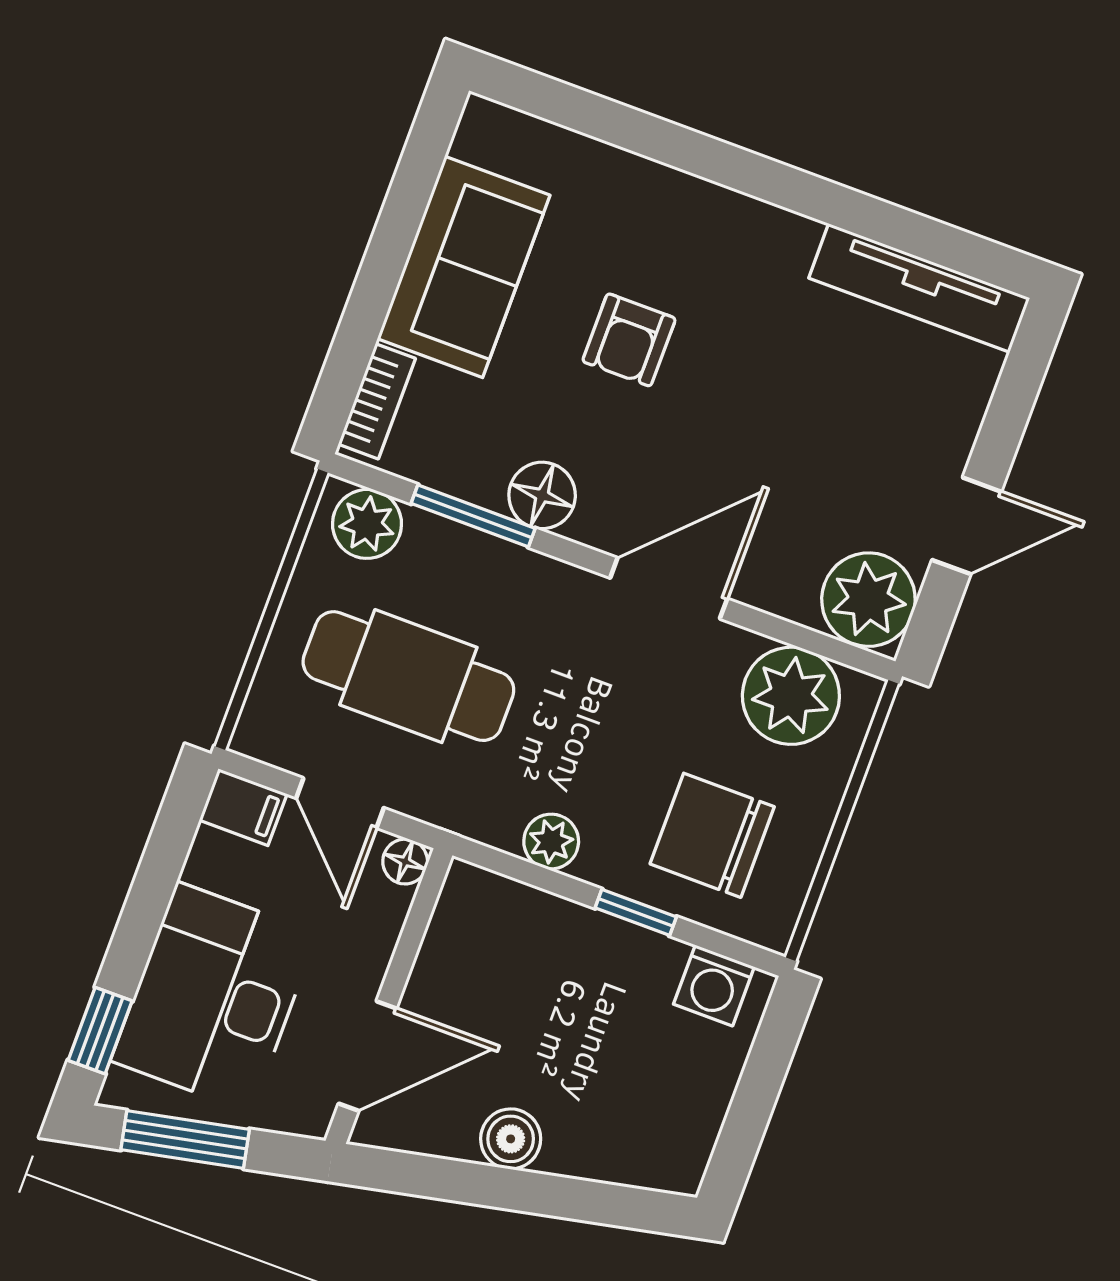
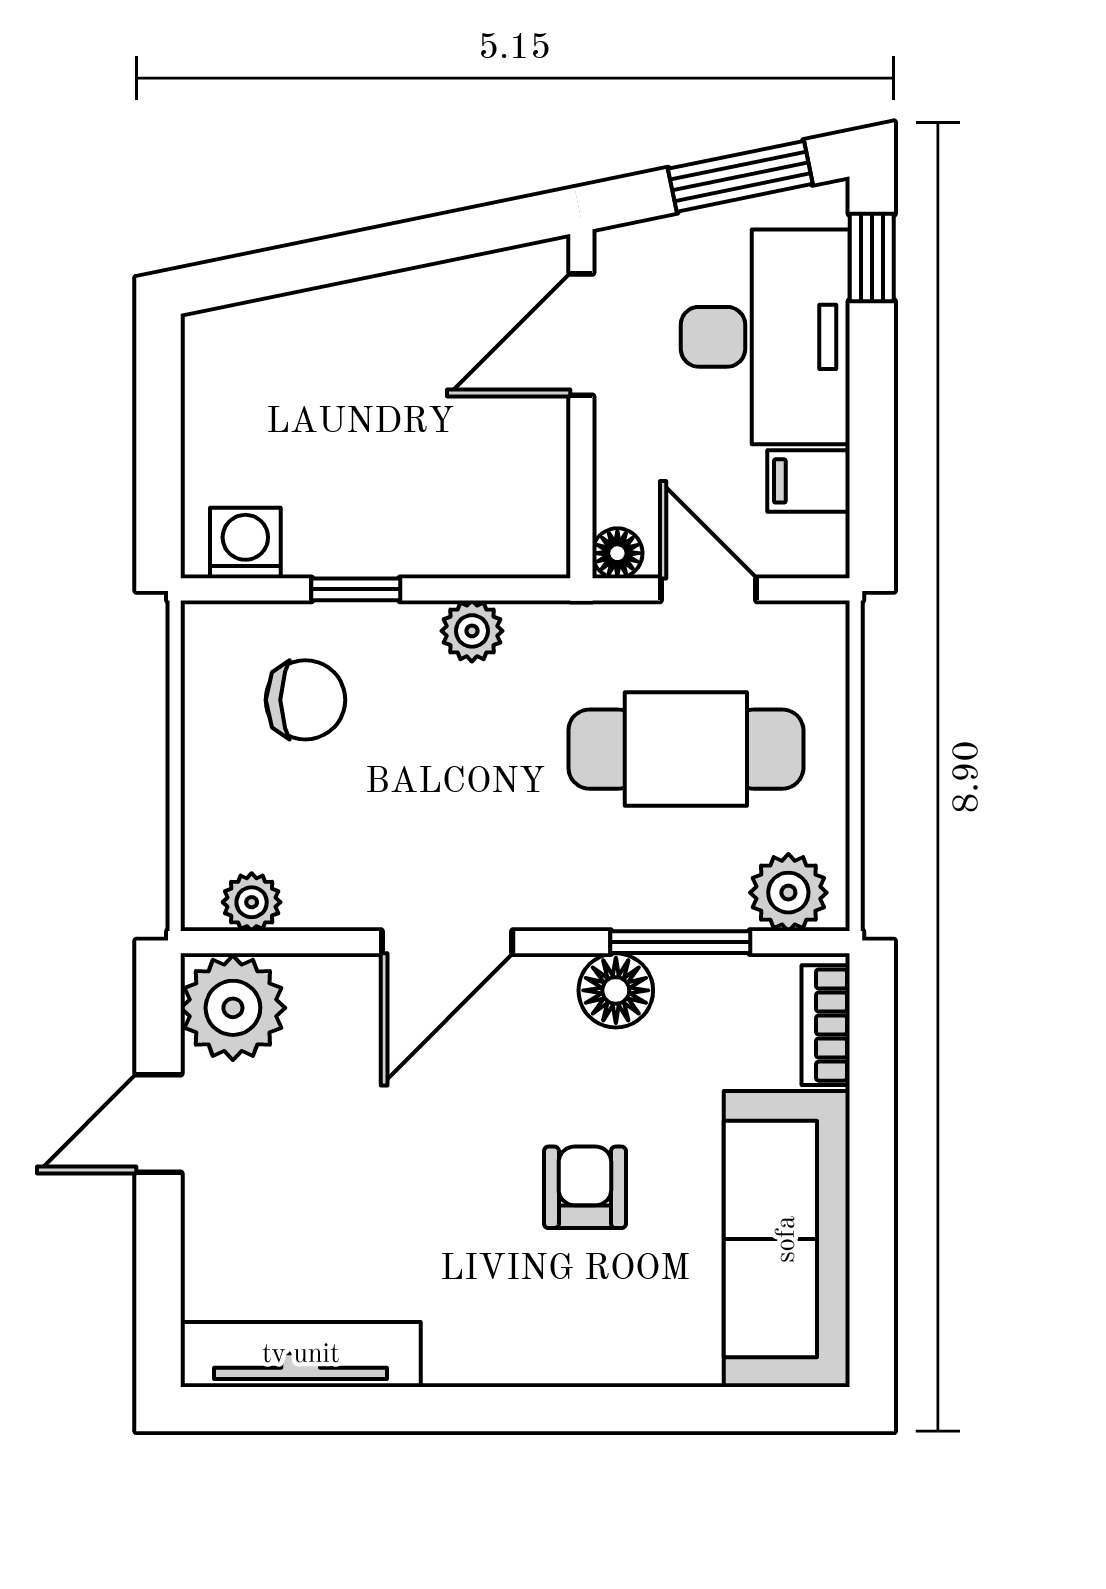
sofa: (464, 267) -> (787, 1239), width x1.36
plant: (791, 696) -> (252, 902), width x0.53, depth x0.53
filing cabinet: (243, 807) -> (809, 481), moved
chair: (712, 835) -> (305, 700), width x0.73, depth x0.73
boiler: (511, 1139) -> (399, 303), removed

